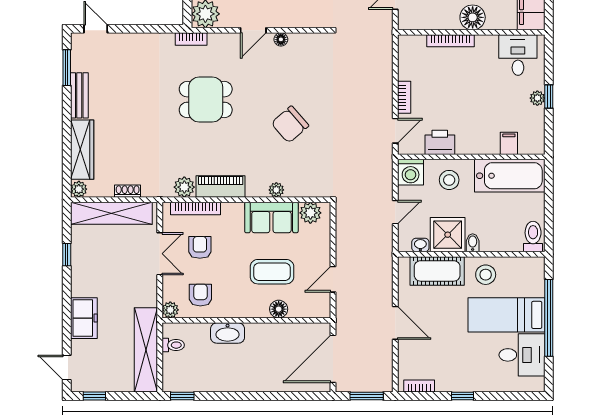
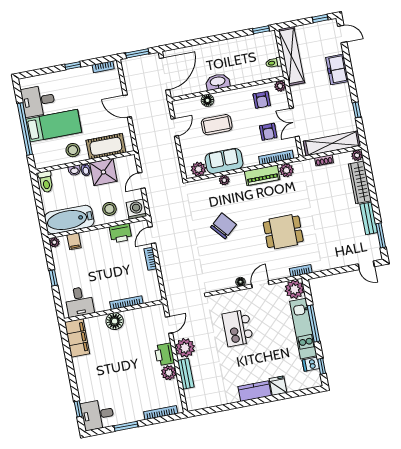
plant: (537, 98) -> (54, 242), moved
washbasin: (420, 245) -> (74, 170), moved
washbasin: (228, 333) -> (218, 82), moved

